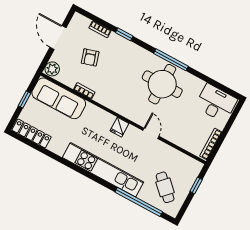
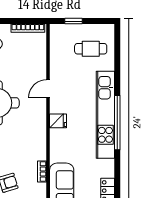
cafe table: (165, 187) -> (91, 49), turned 46
window: (139, 202) -> (117, 123), moved

